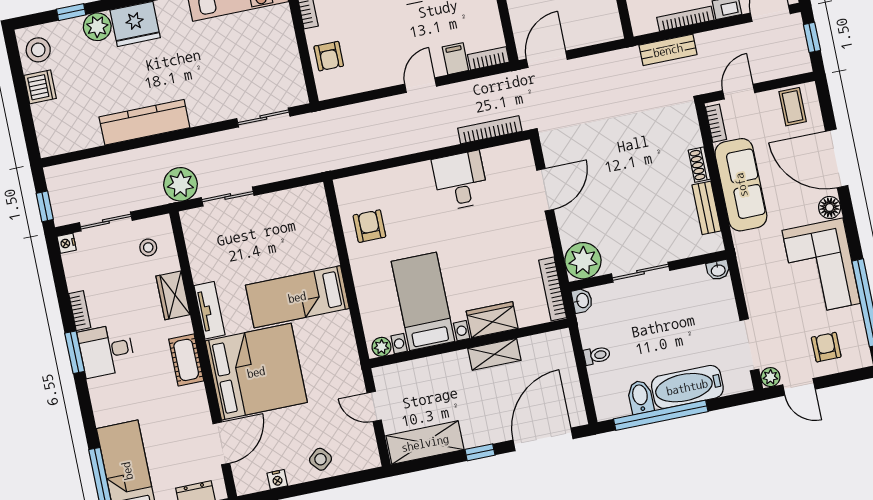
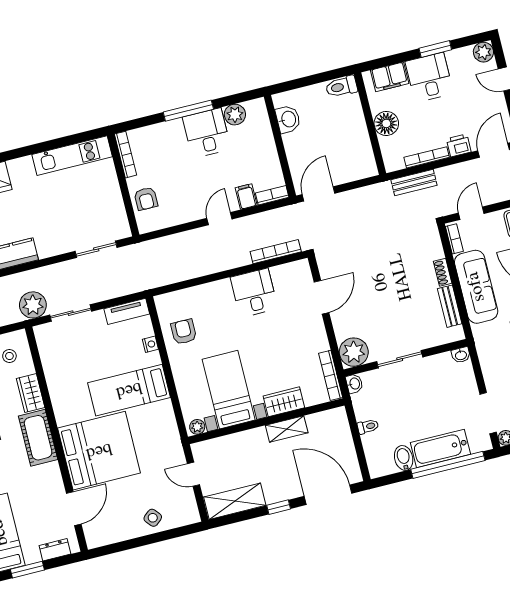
tv unit: (209, 310) -> (127, 311), moved, turned 90
cot: (186, 360) -> (38, 438), width x1.37, depth x1.34
window: (661, 415) -> (448, 465), moved
door: (543, 439) -> (328, 495), hinge flipped
nightstand: (277, 479) -> (150, 344), moved, turned -90

